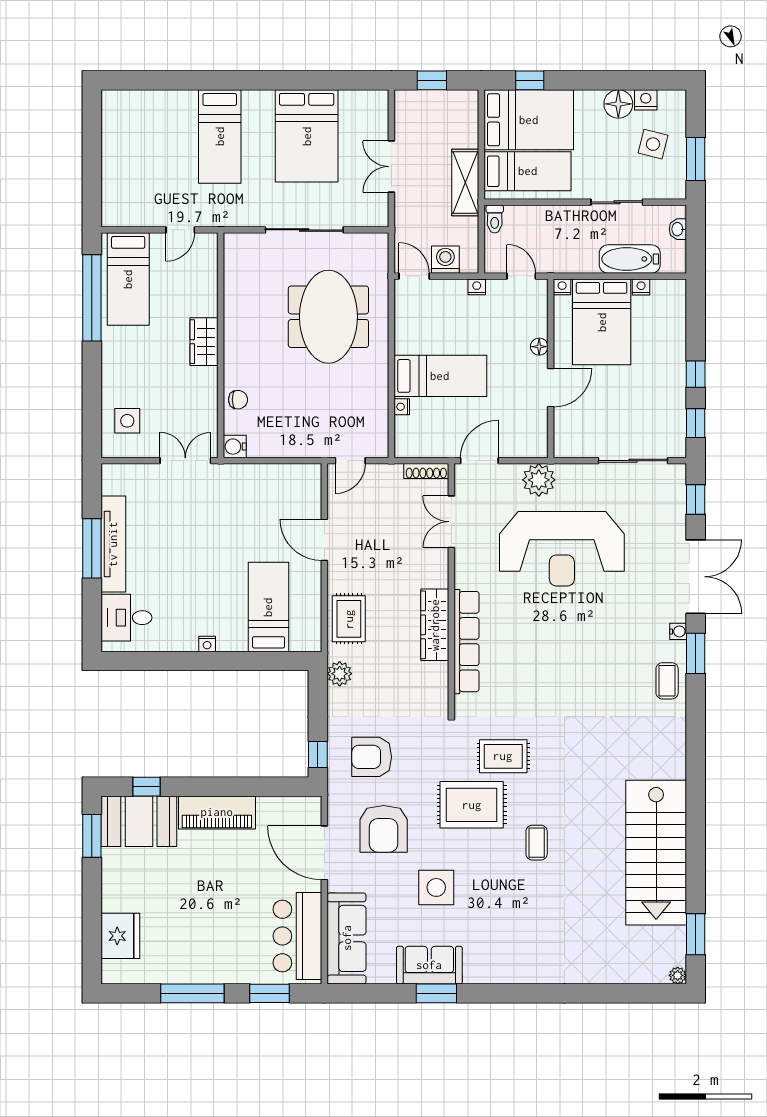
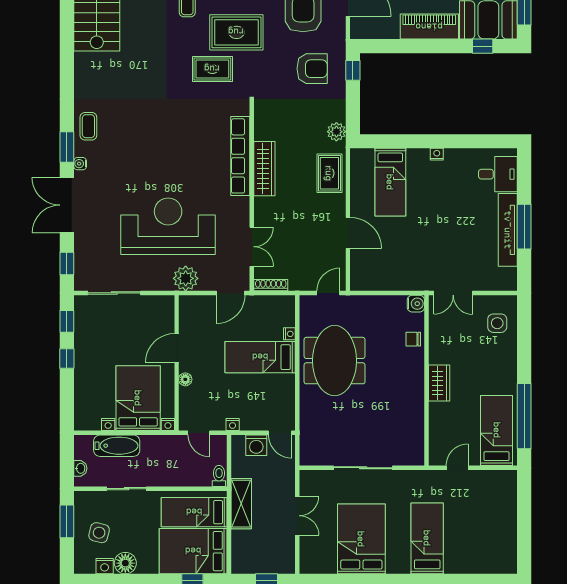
meeting table: (328, 317) -> (335, 361), moved

